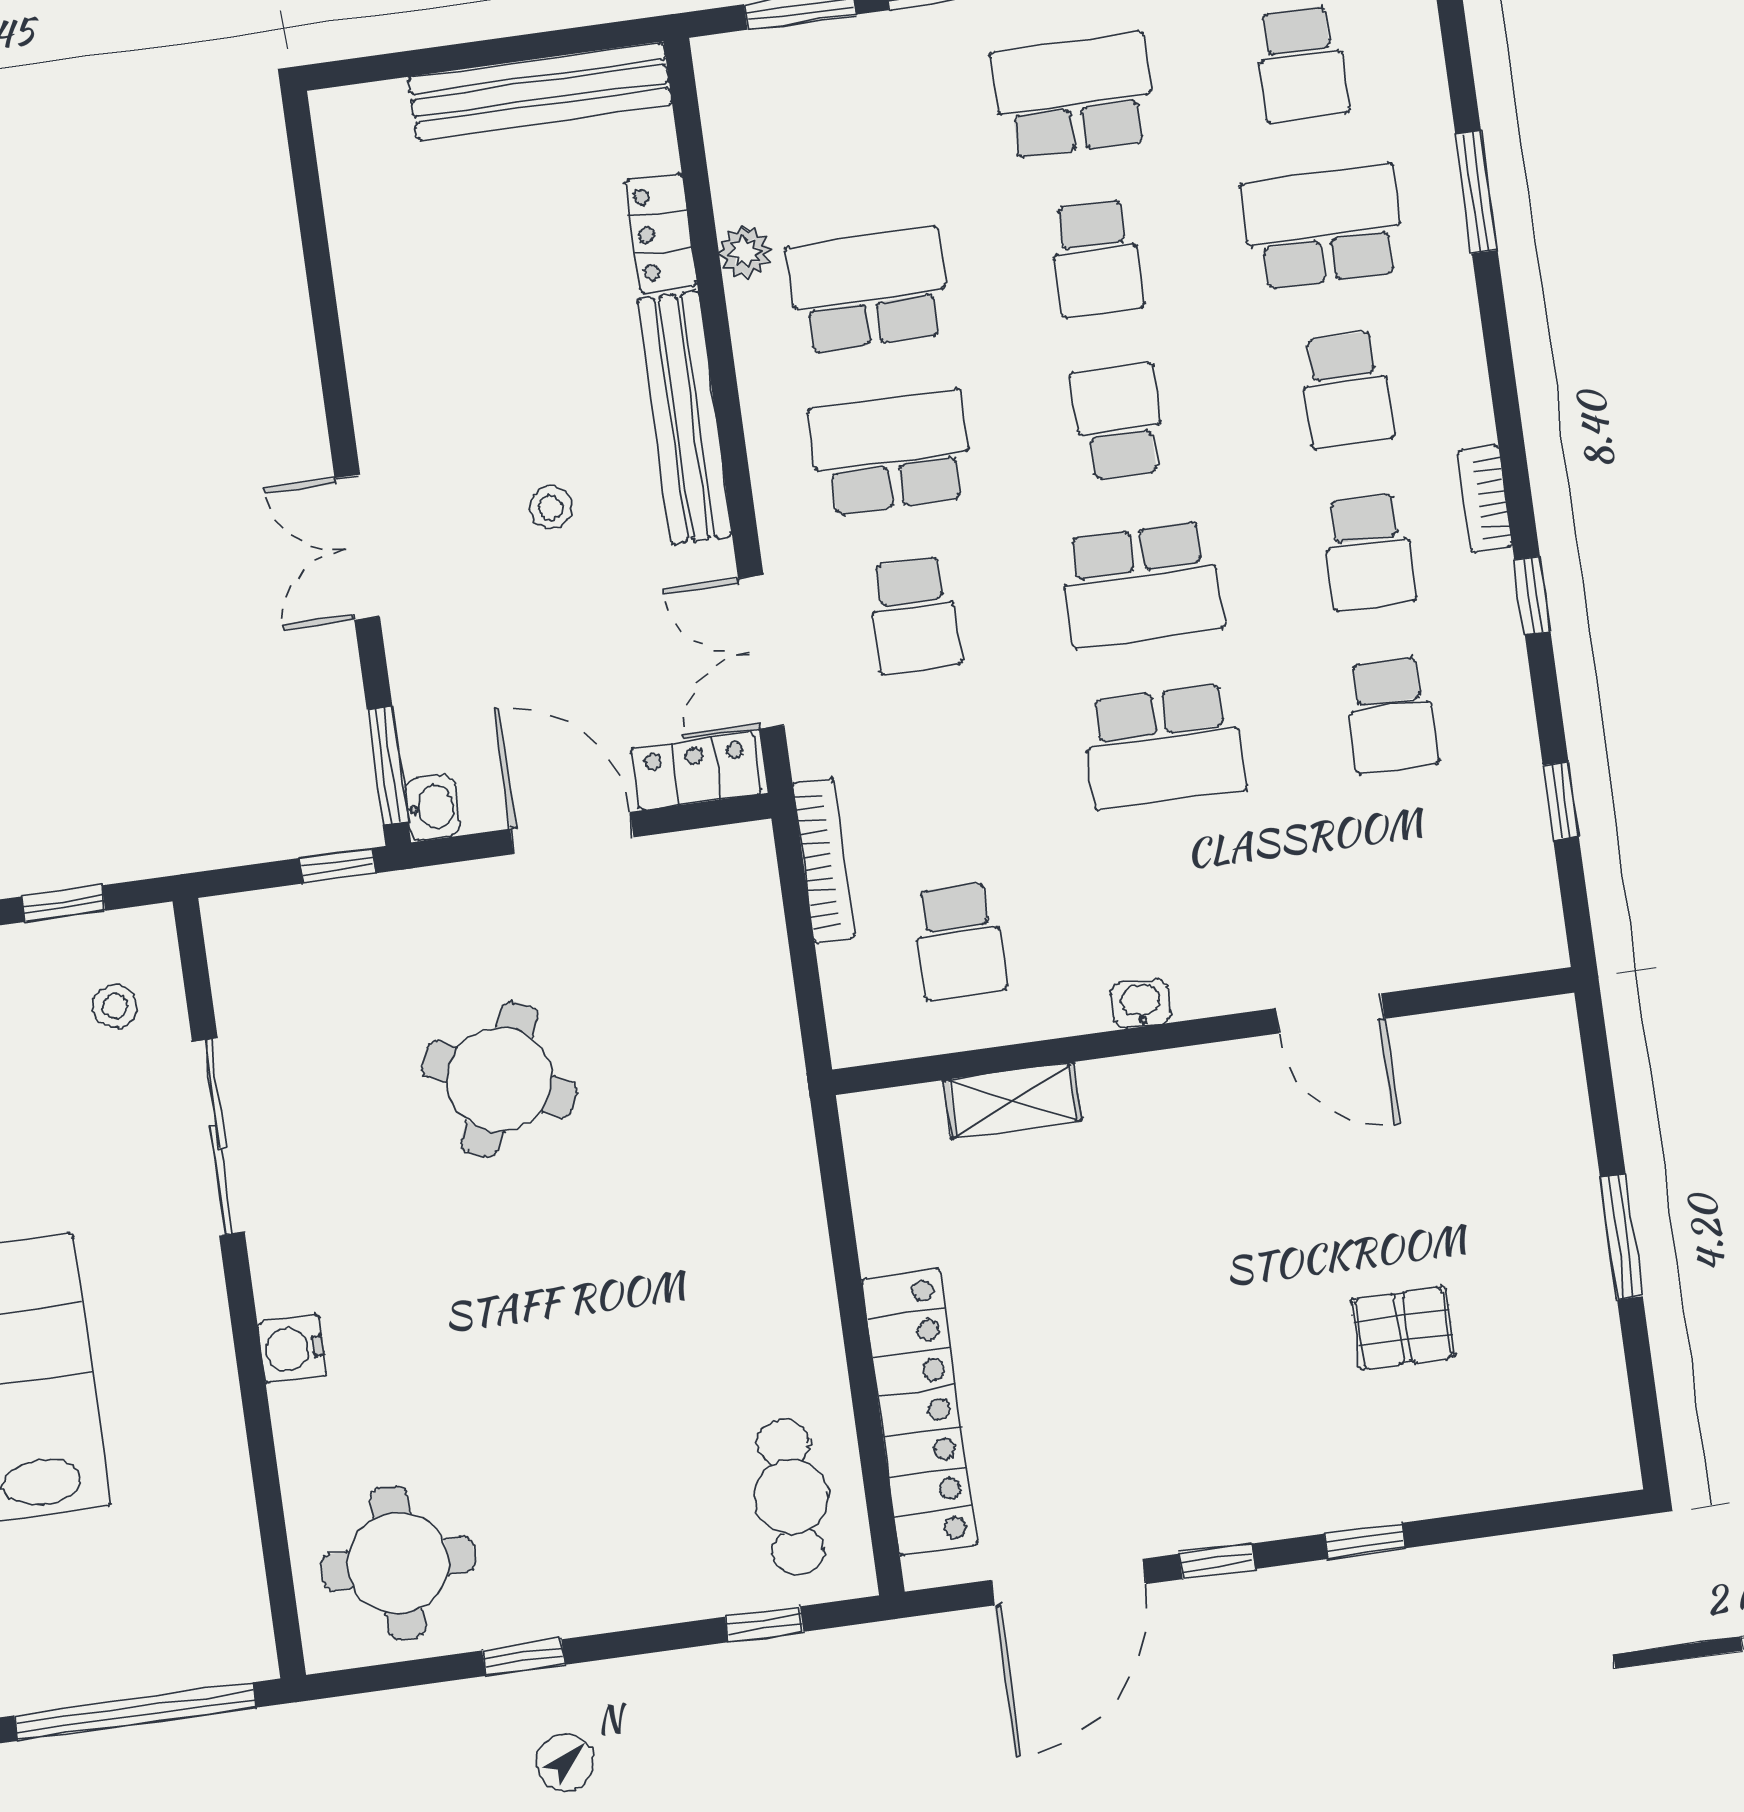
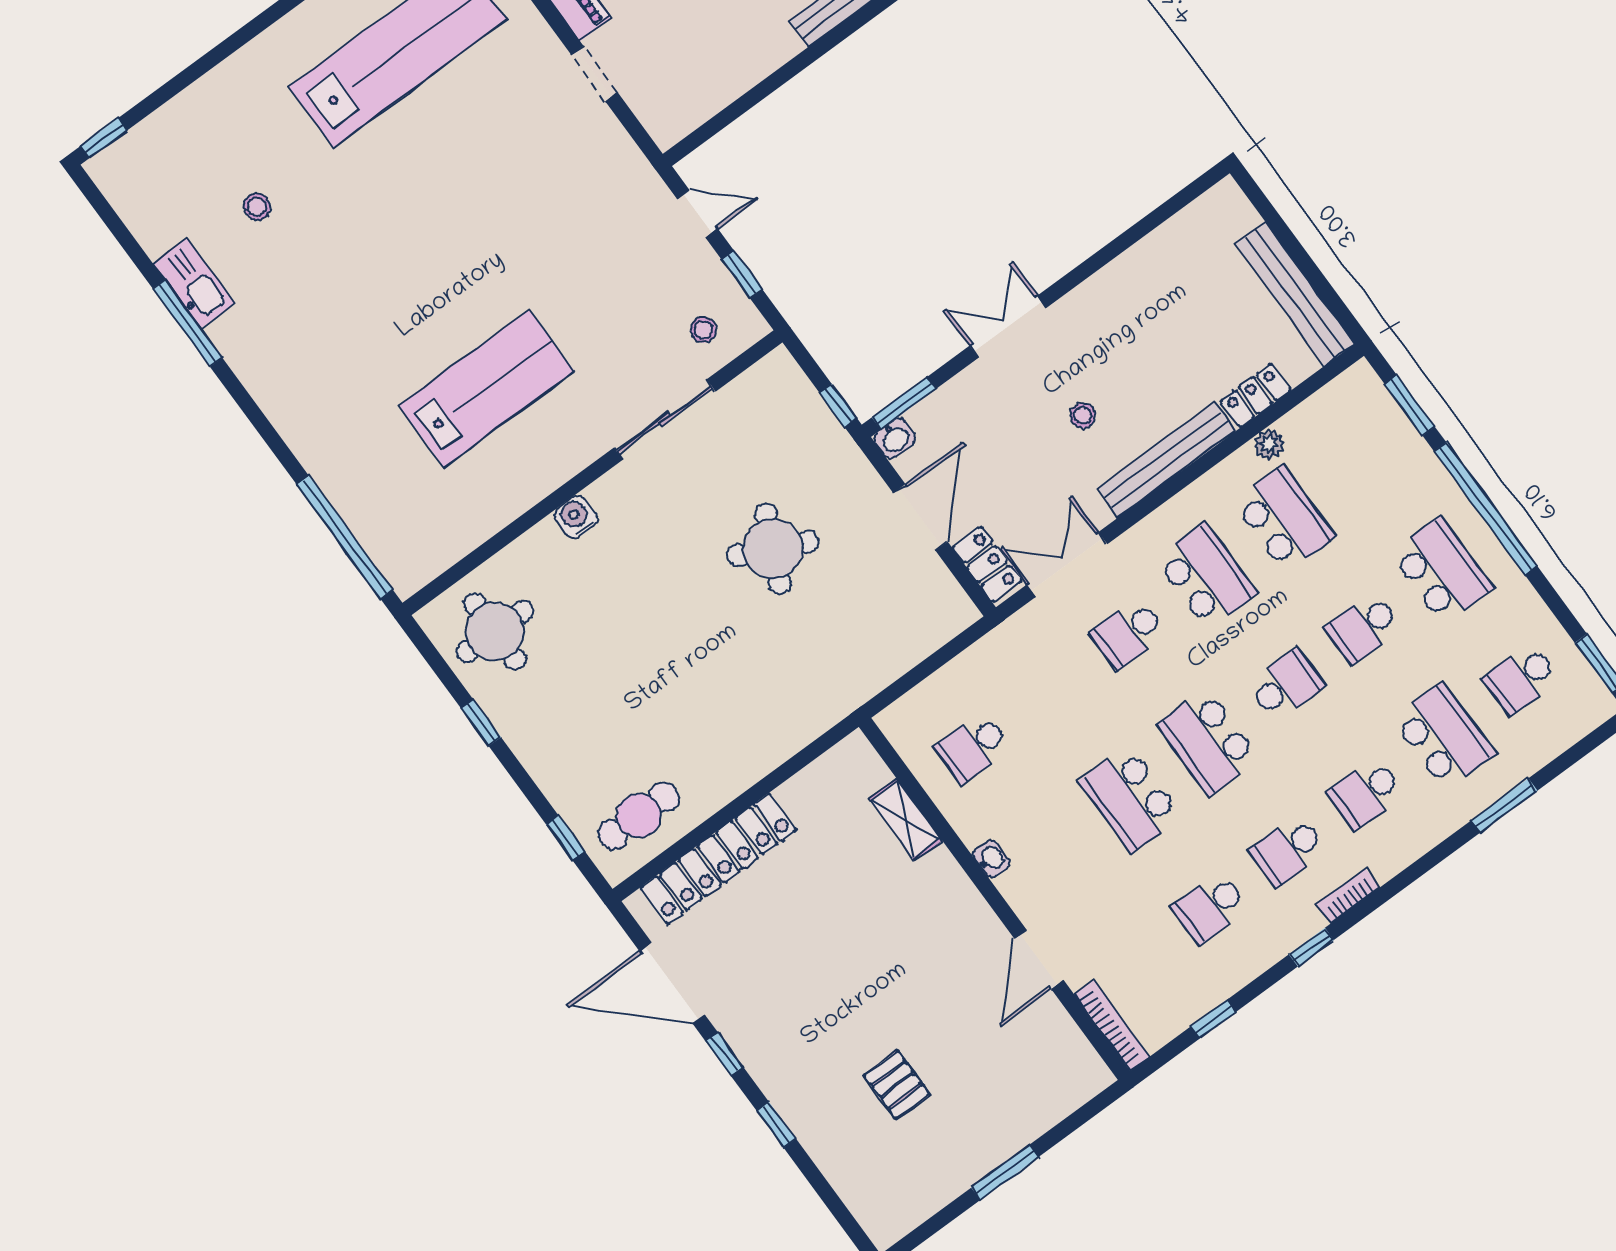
bookcase: (824, 860) -> (1112, 1025), moved, turned -90

